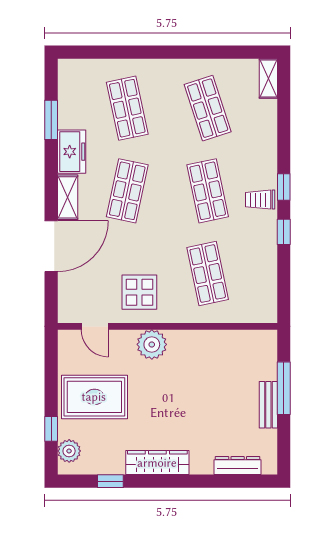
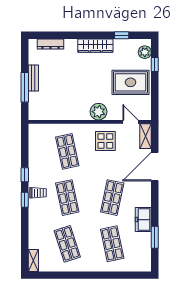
shelving: (68, 197) -> (146, 136), moved

